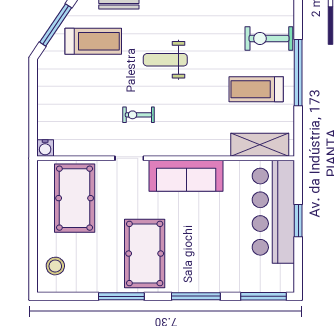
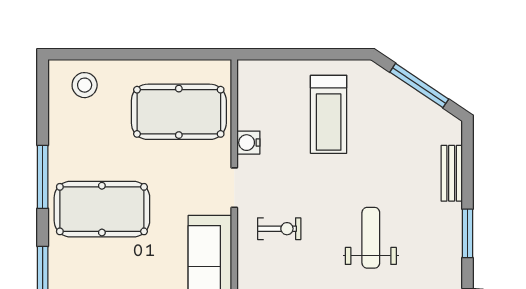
treadmill: (93, 41) -> (329, 114), moved
exercise bike: (138, 115) -> (279, 229), moved, turned 90
water cooler: (45, 148) -> (248, 143), moved

